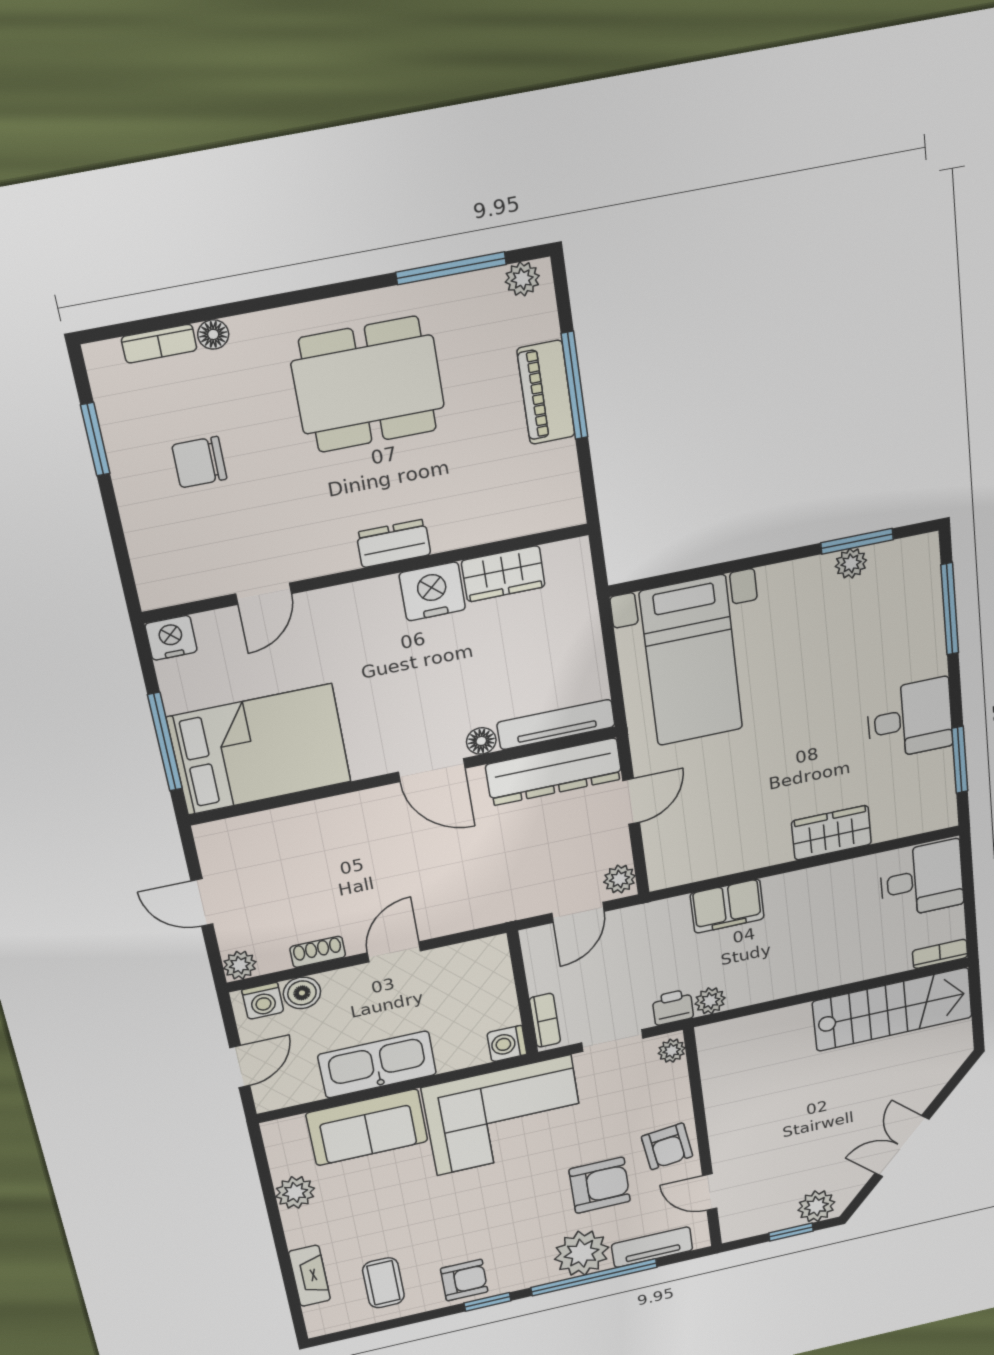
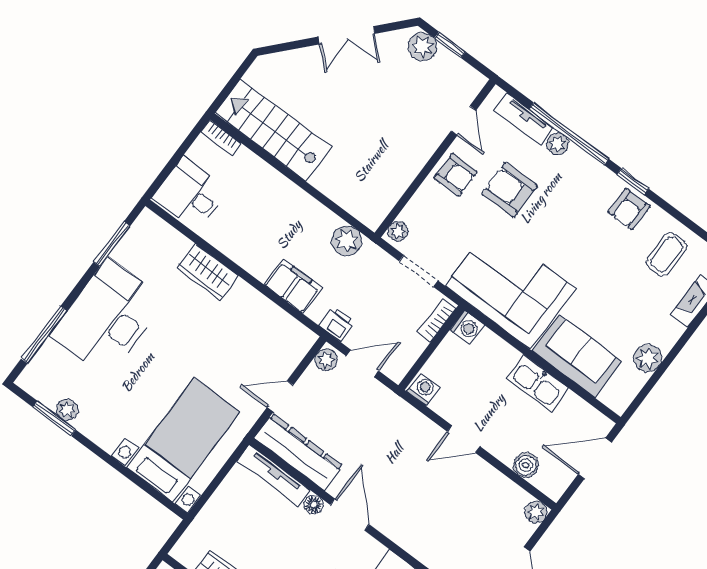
desk: (910, 719) -> (108, 318), width x1.87, depth x1.30
shoe rack: (318, 952) -> (496, 479), removed
washing machine: (263, 1001) -> (424, 389), moved
plant: (710, 1001) -> (347, 241), width x1.38, depth x1.38
printer: (673, 1007) -> (337, 324), moved, turned 180
kitchen sink: (377, 1065) -> (538, 383), width x0.73, depth x0.81
door: (240, 1067) -> (595, 458), width x1.38
armchair: (667, 1146) -> (456, 175), turned 97
plant: (582, 1253) -> (558, 144), width x0.53, depth x0.53
armchair: (464, 1280) -> (629, 209), turned -90

